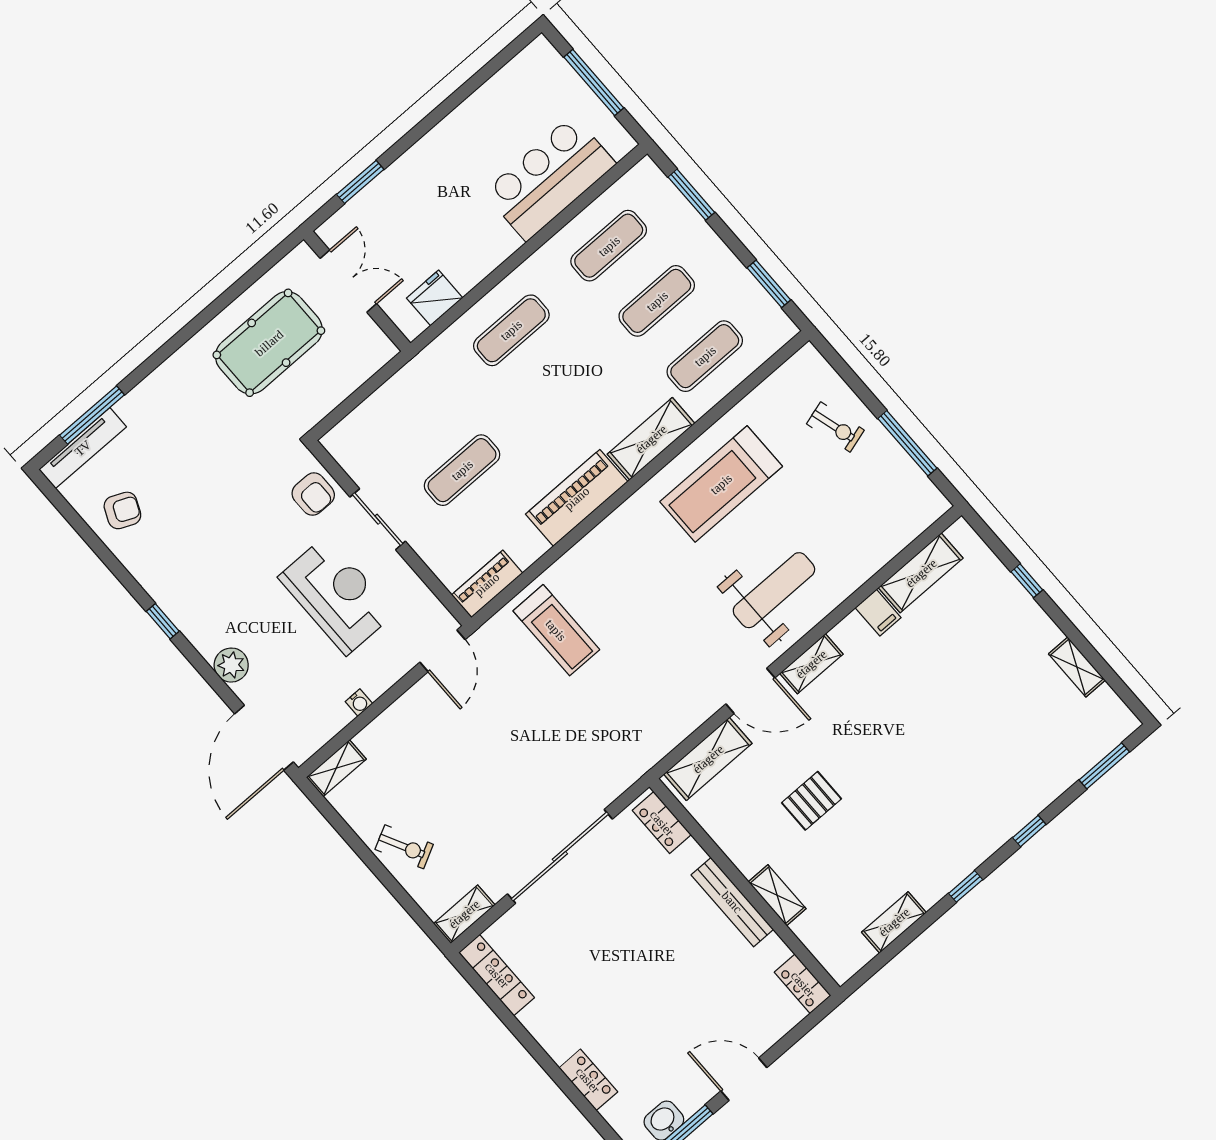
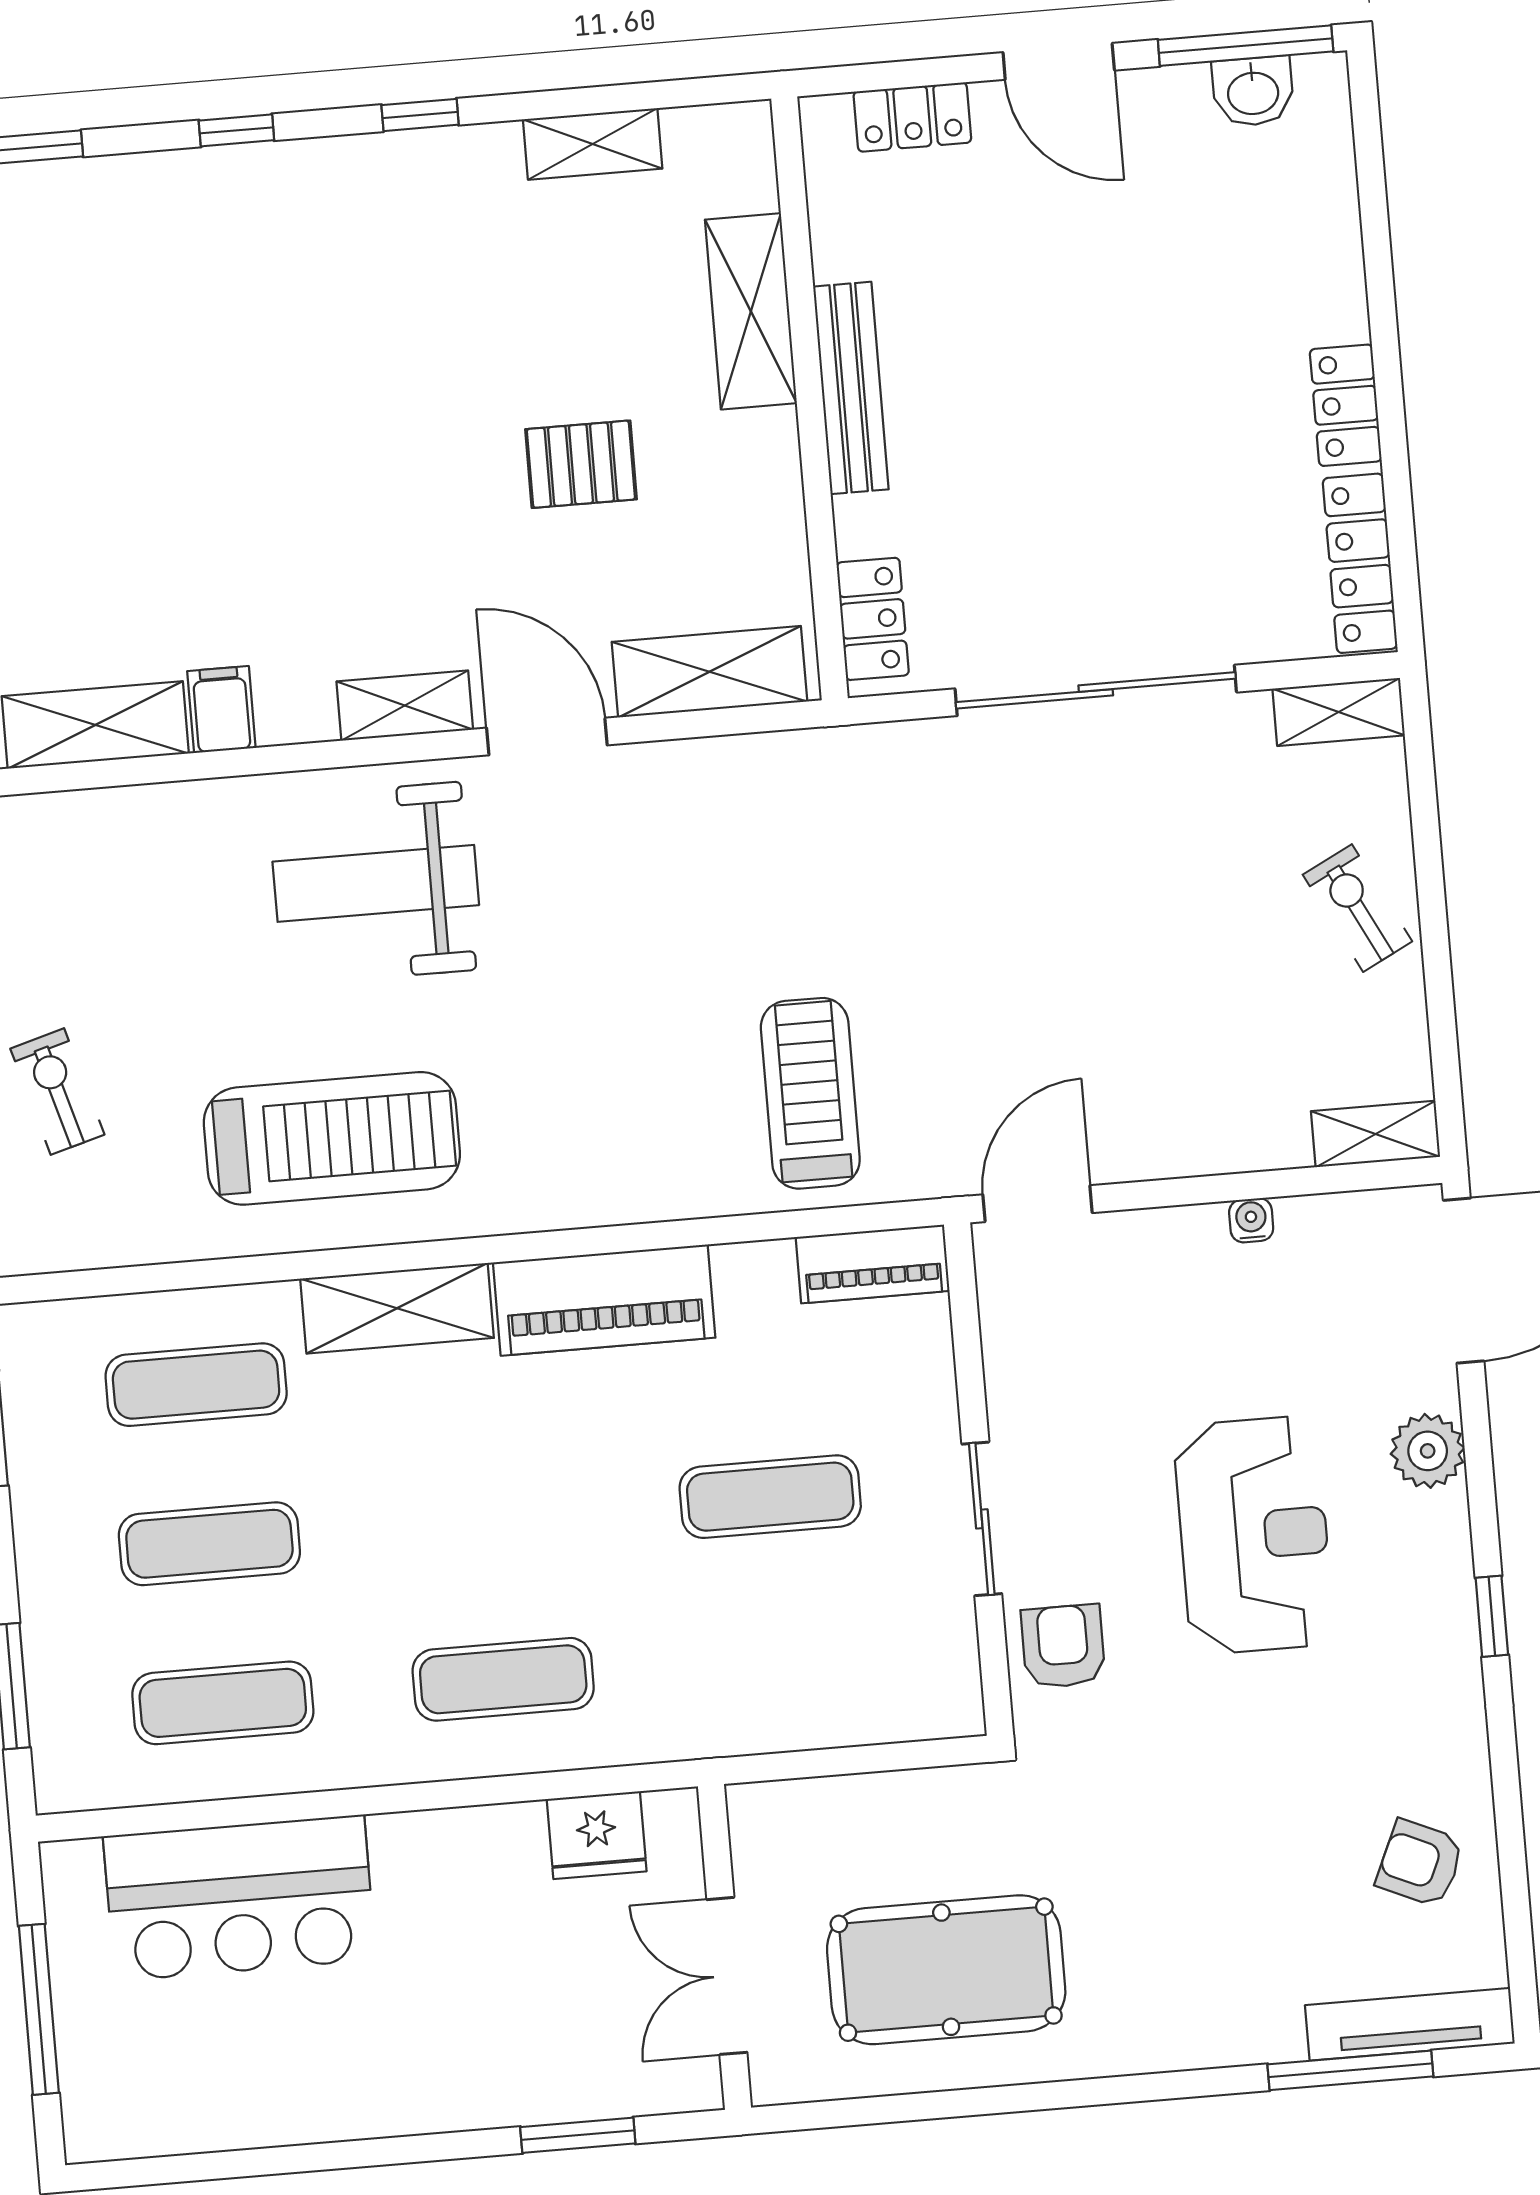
reception desk: (337, 595) -> (1254, 1535), moved, turned 180
shelving: (777, 895) -> (751, 311), width x1.50, depth x1.33
locker: (803, 984) -> (912, 117), moved, turned 90
locker: (588, 1080) -> (1346, 405), moved

